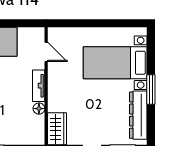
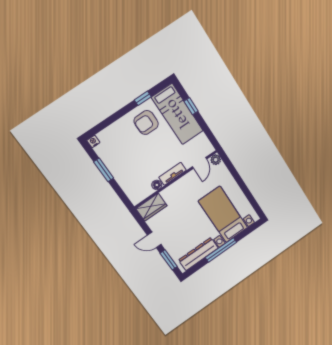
plant: (54, 33) -> (216, 160), added
window: (151, 89) -> (221, 250), width x1.44

